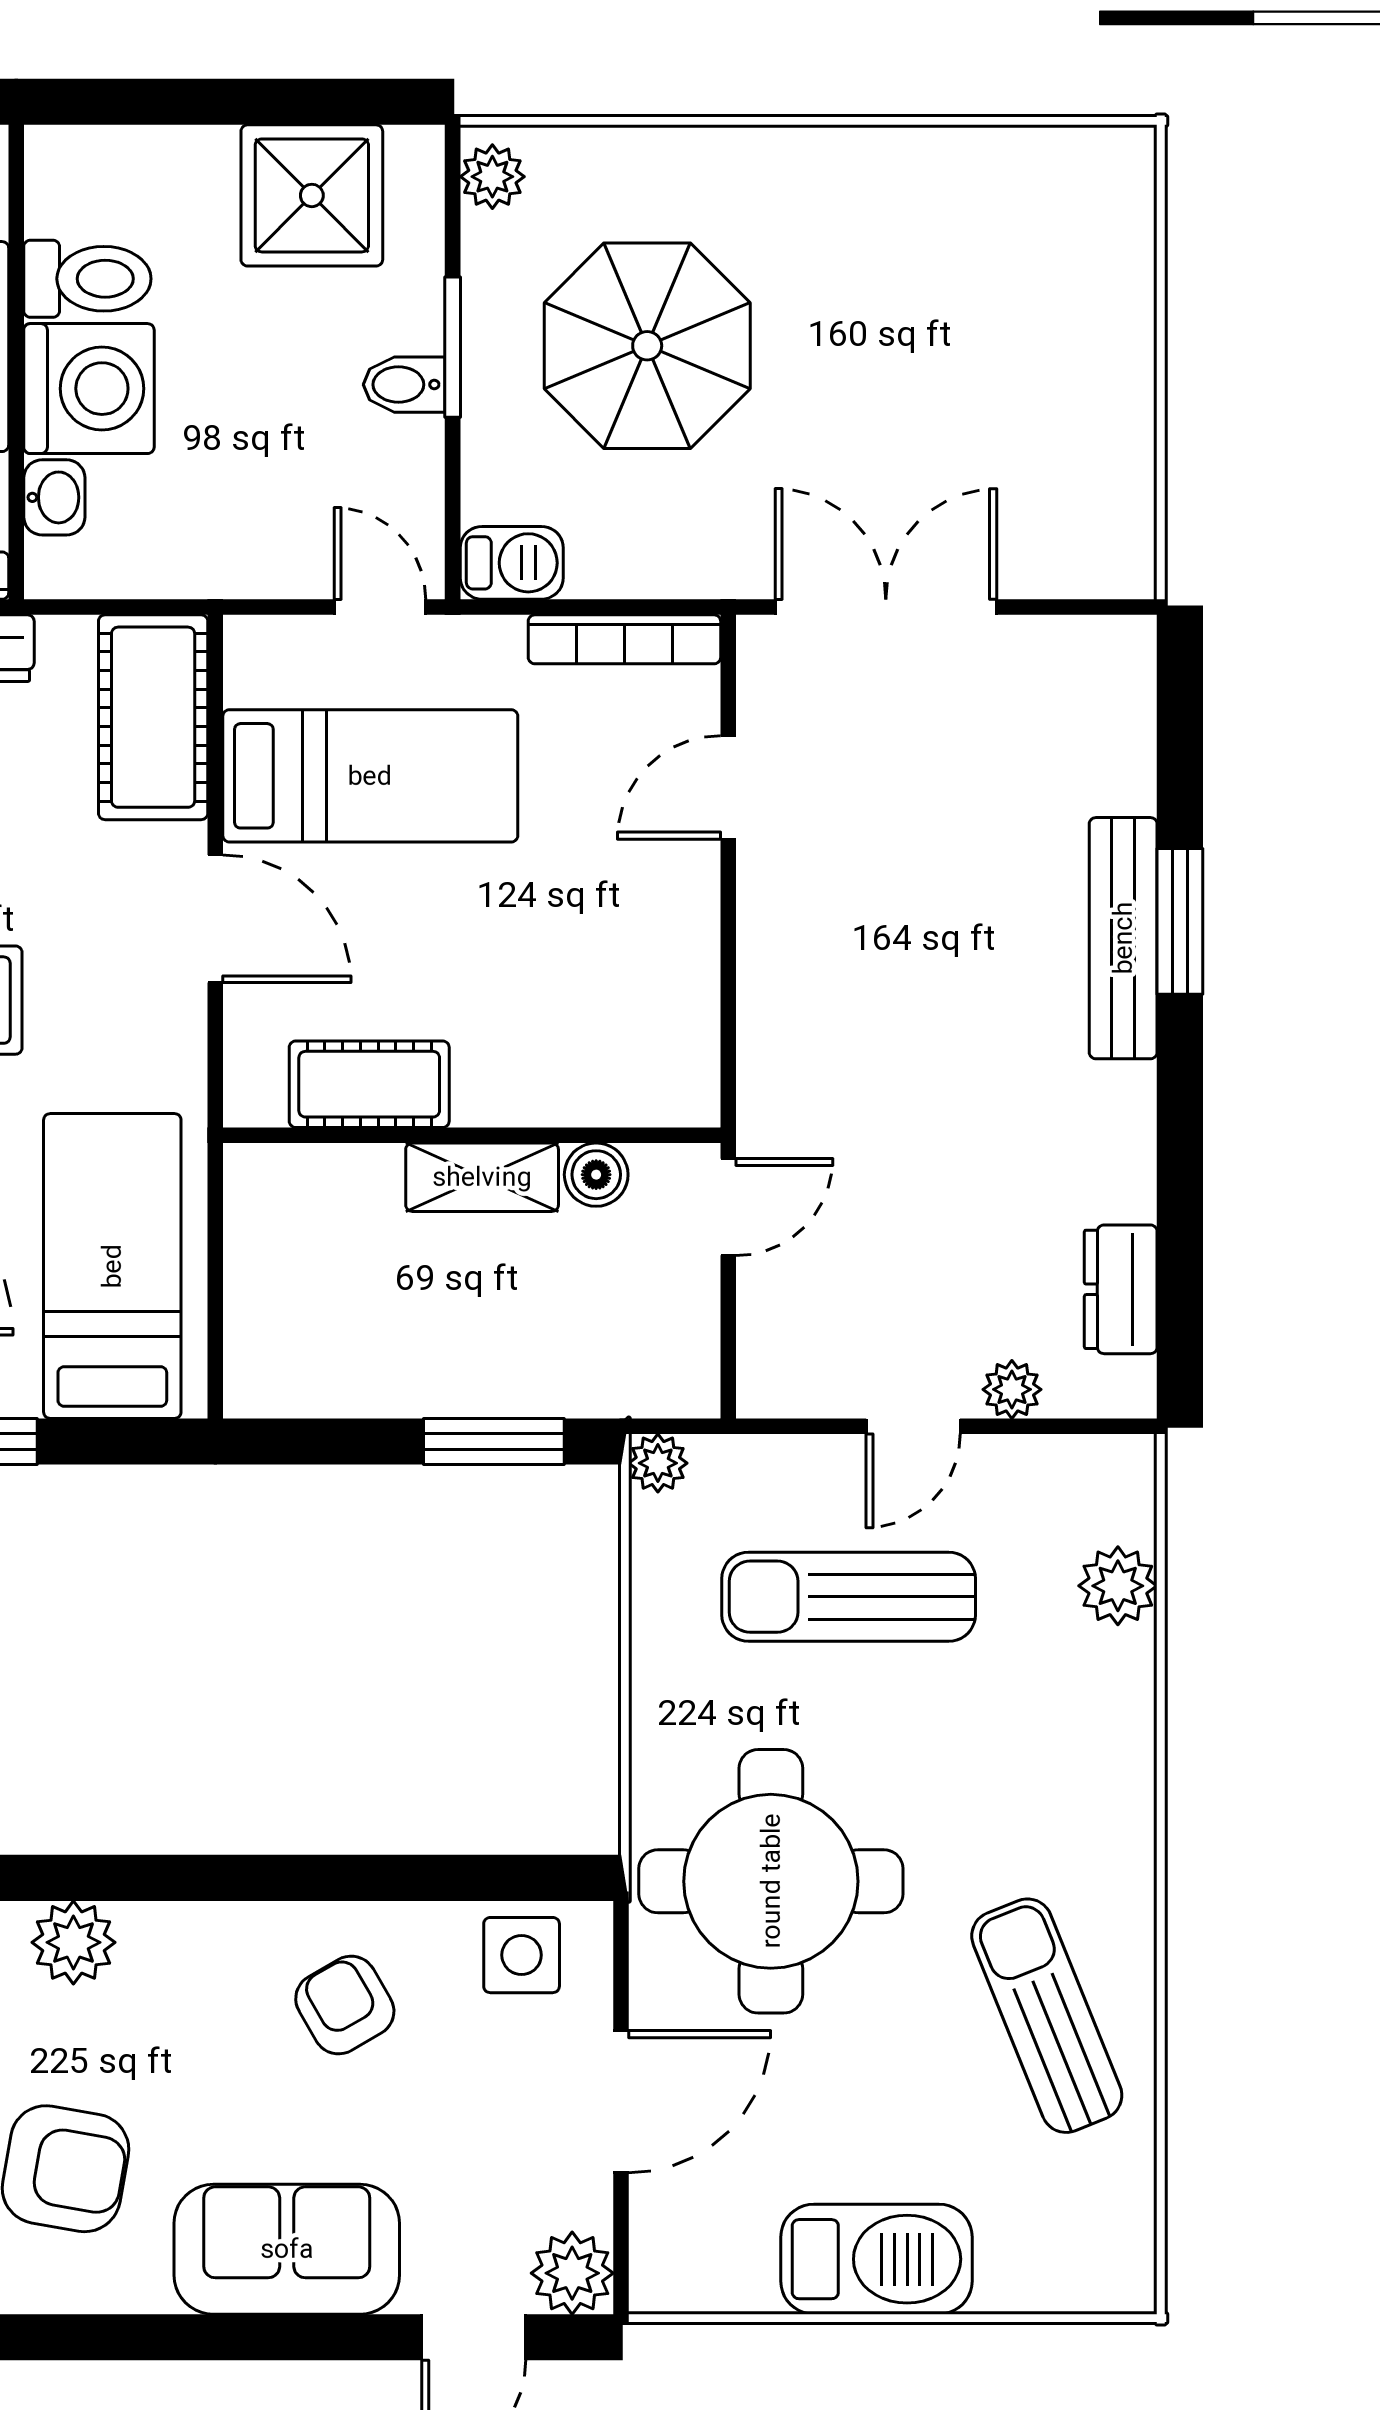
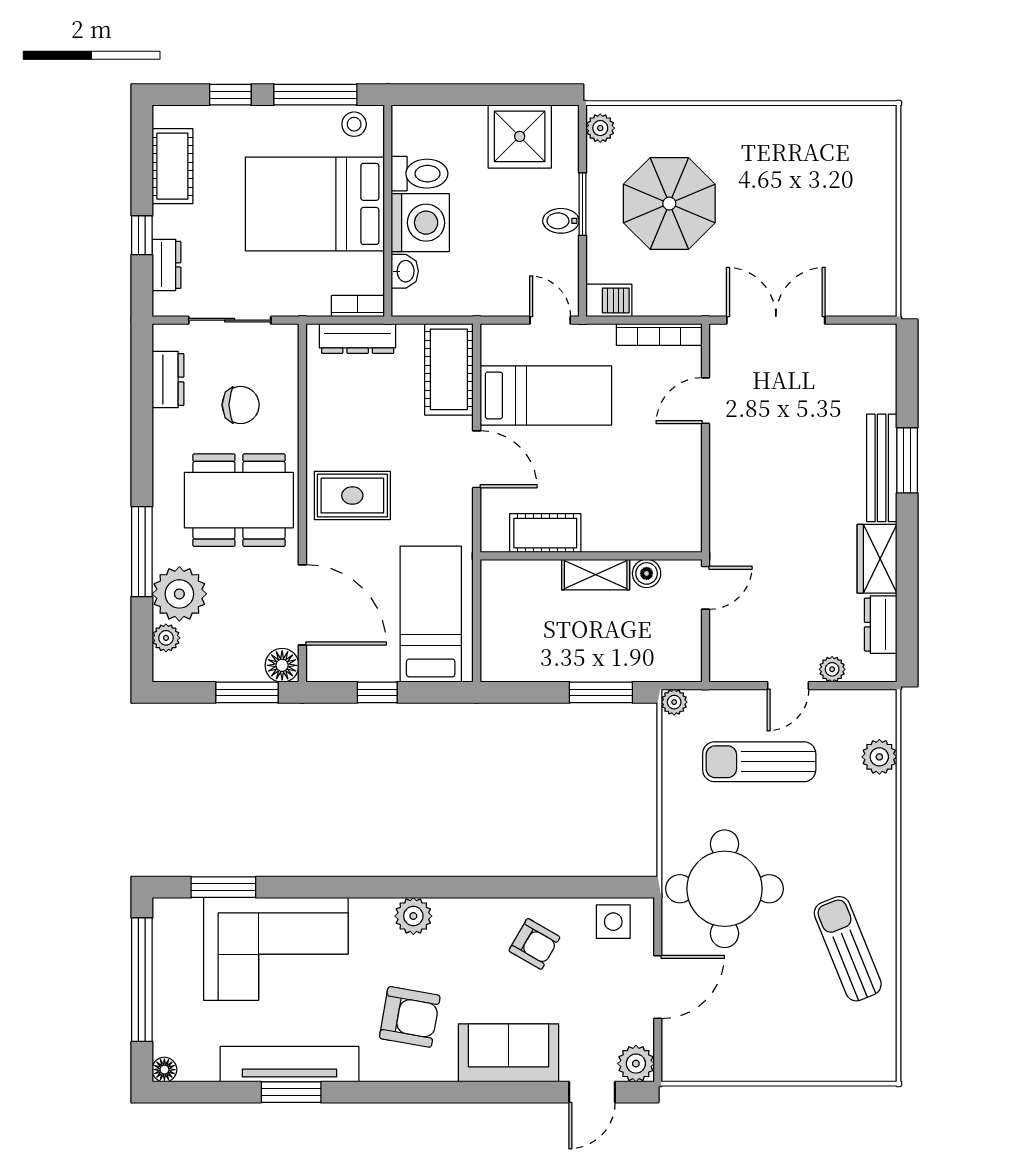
wardrobe: (1112, 1142) -> (877, 559), added
armchair: (345, 2005) -> (534, 944), turned 150
barbecue: (876, 2259) -> (772, 1057), removed

